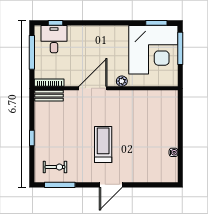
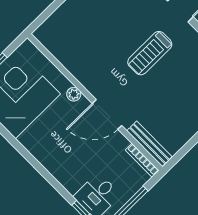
bench: (49, 96) -> (149, 144), width x1.36

